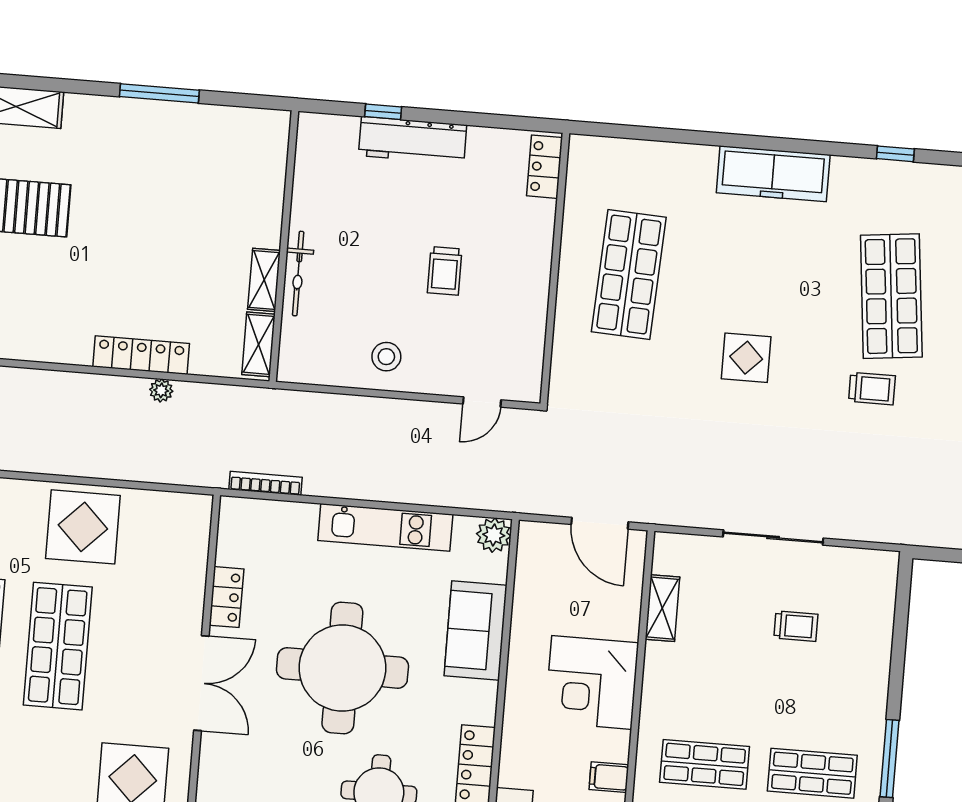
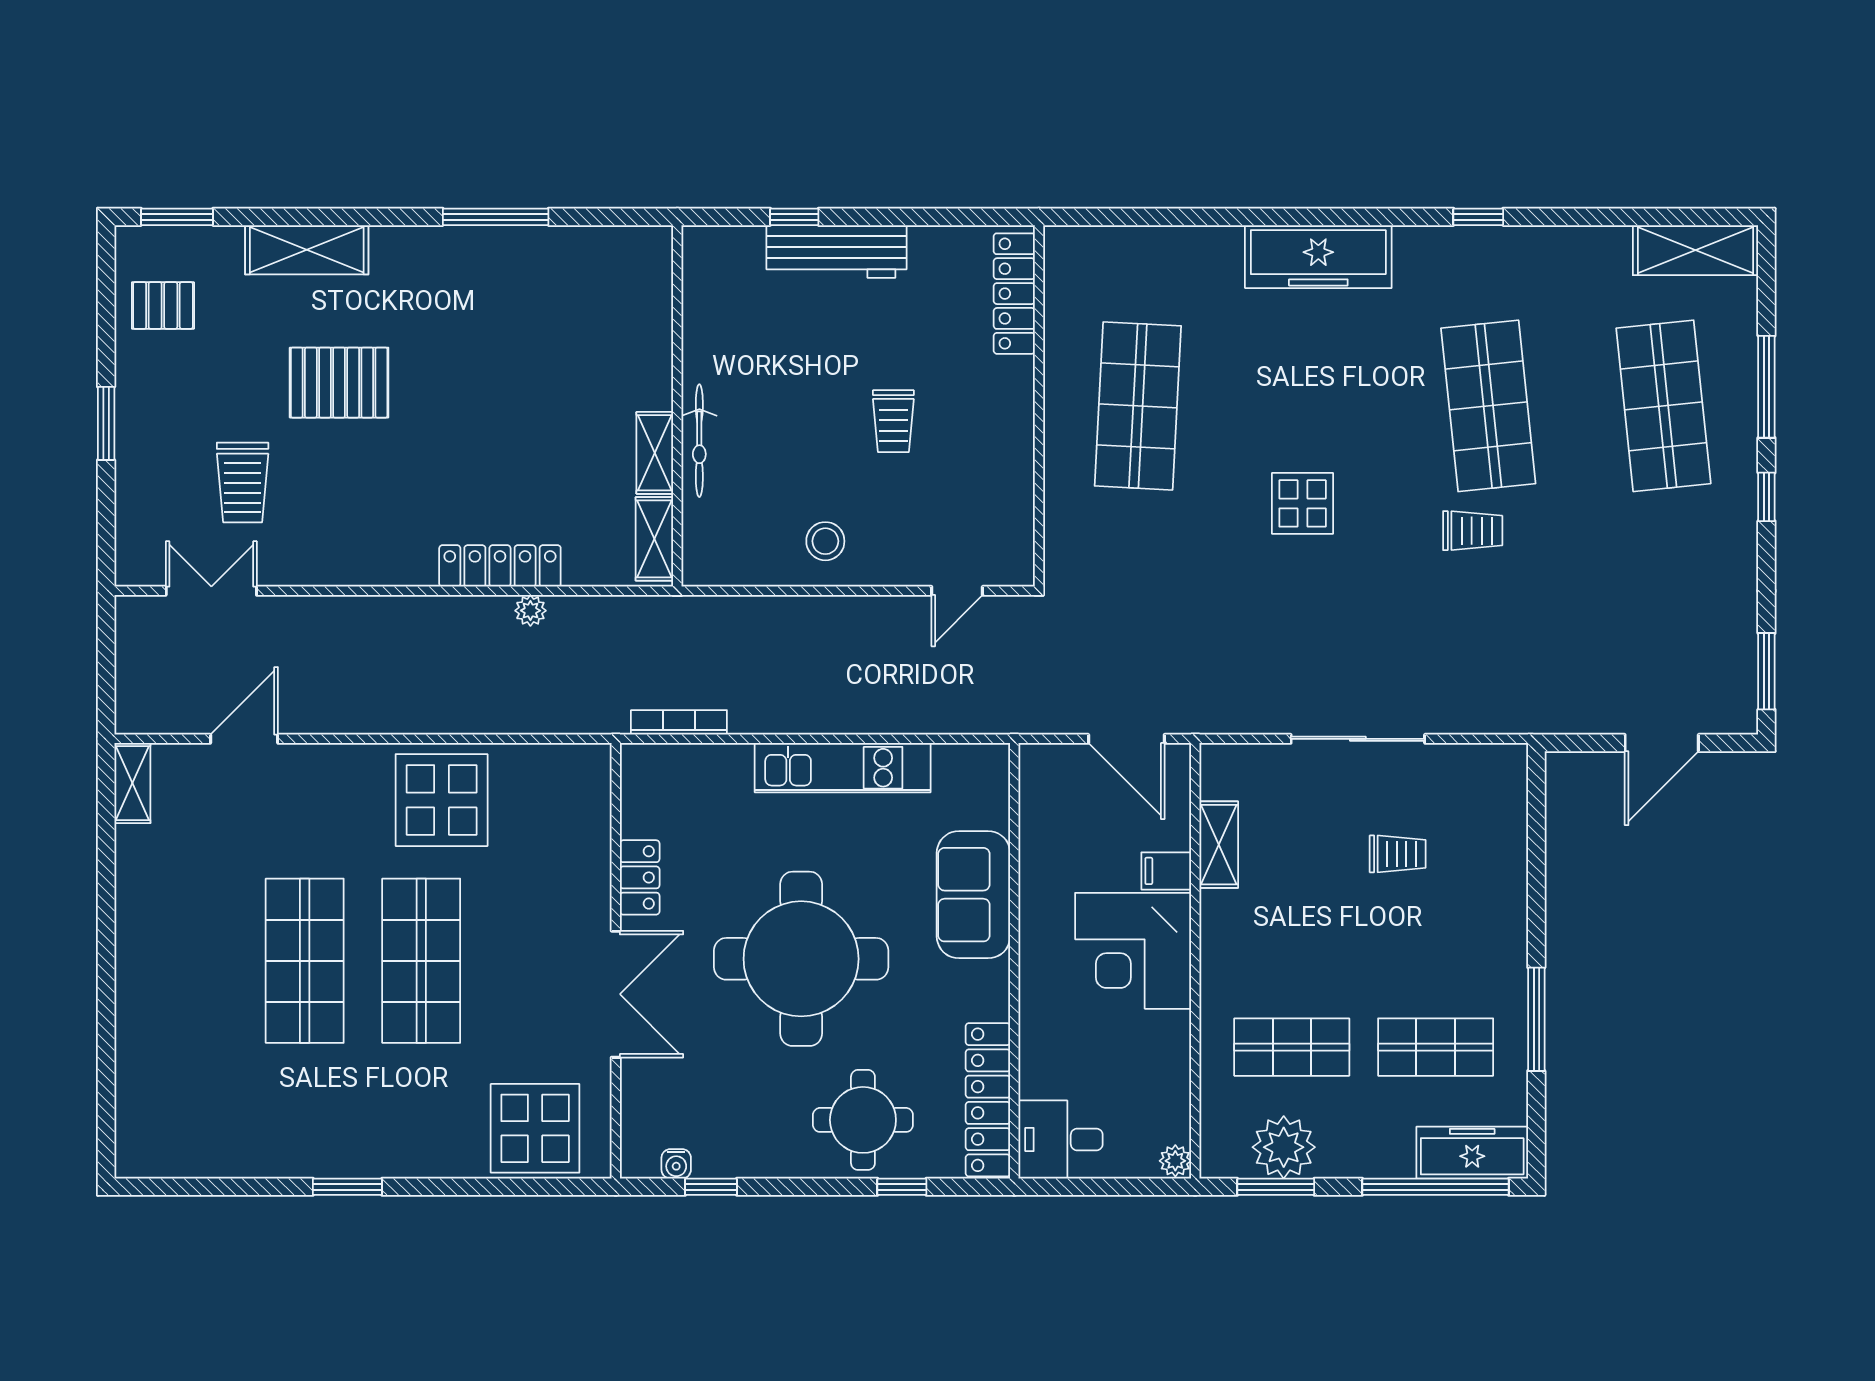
locker: (544, 167) -> (1014, 294), width x1.53
plant: (494, 535) -> (987, 766), removed
filing cabinet: (609, 777) -> (1166, 871), moved

